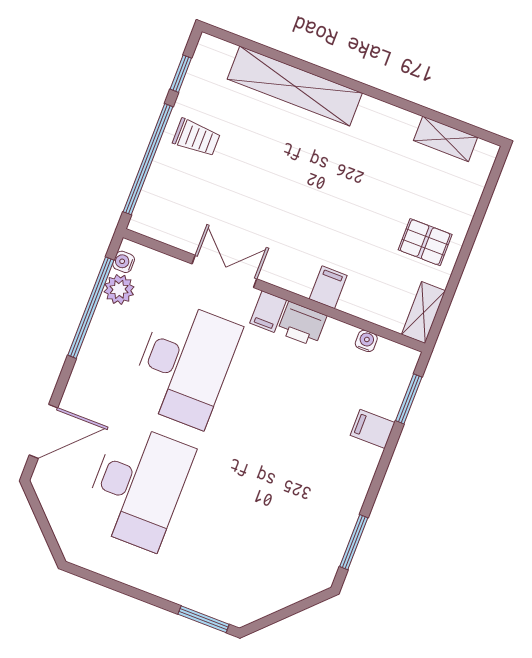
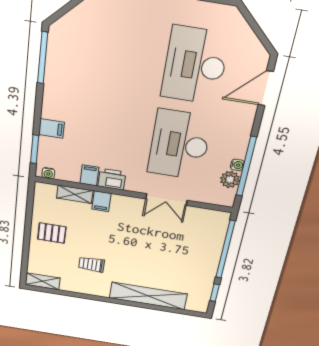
trolley: (196, 138) -> (92, 264), moved
shelving: (446, 139) -> (43, 281), moved
water cooler: (124, 262) -> (237, 165), moved
filing cabinet: (268, 312) -> (89, 175), moved
shelving: (423, 313) -> (75, 194), moved, turned 90
water cooler: (366, 341) -> (48, 173), moved
window: (354, 542) -> (43, 58), width x1.44

